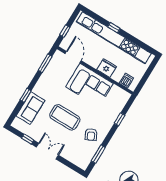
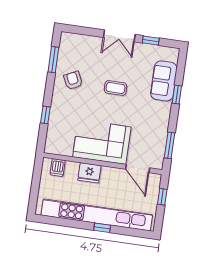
coffee table: (65, 117) -> (116, 88), width x0.54, depth x0.58

